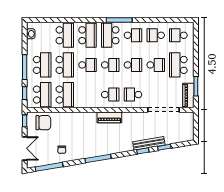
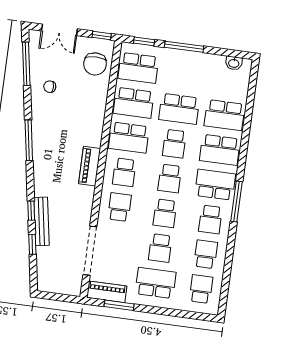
school desk: (42, 65) -> (129, 138), moved

